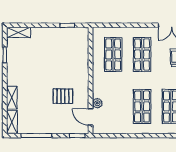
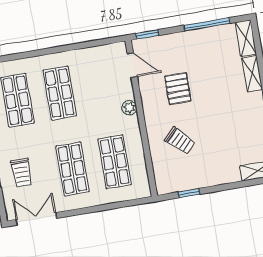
trolley: (67, 61) -> (180, 141), added
pallet: (63, 96) -> (178, 89), turned 90
plant: (97, 103) -> (129, 108), moved

